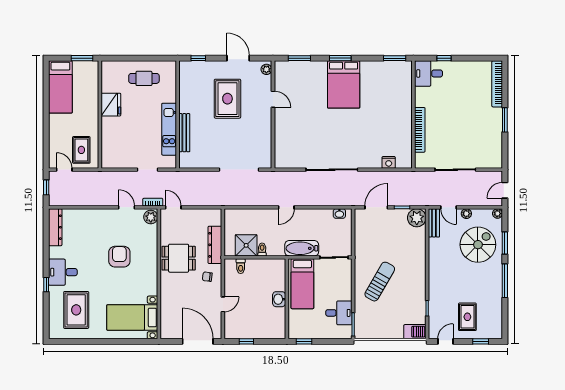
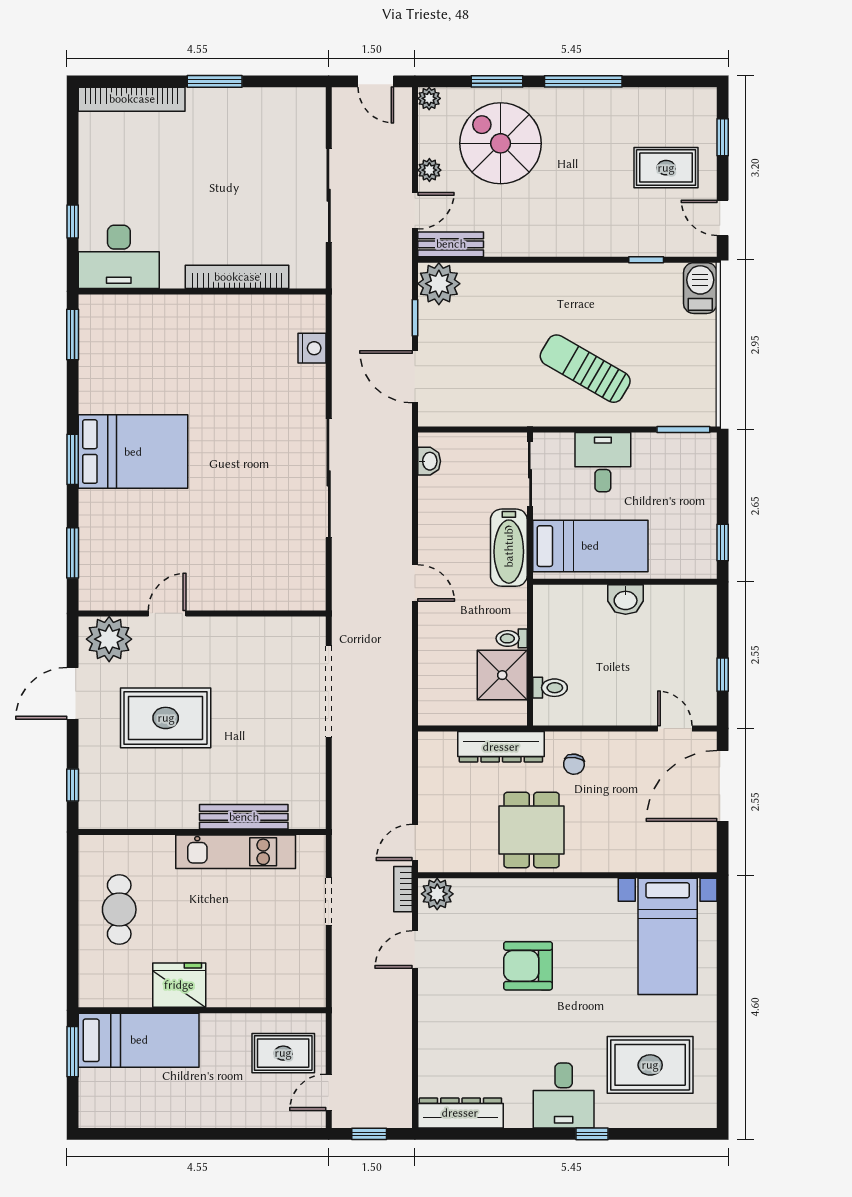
plant: (266, 69) -> (109, 639), width x1.88, depth x1.88
desk: (429, 73) -> (119, 257), width x1.37
bed: (60, 87) -> (139, 1040), moved
door: (223, 304) -> (675, 729), moved
desk: (339, 313) -> (603, 462), moved

